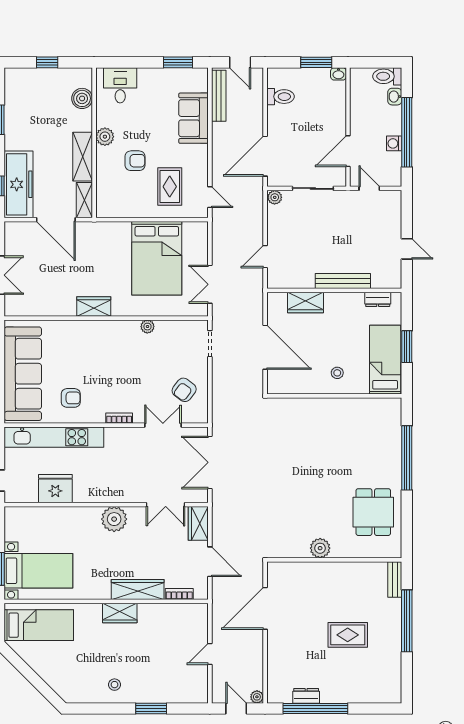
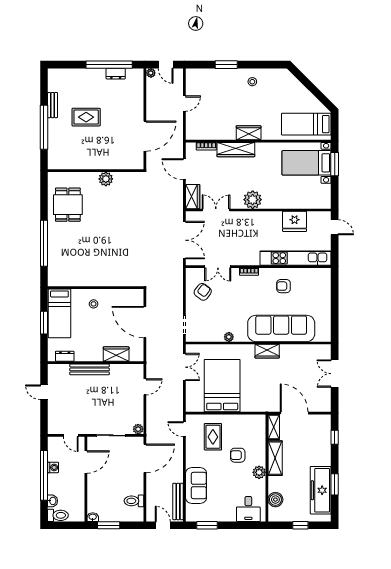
freezer: (19, 184) -> (321, 490), moved
sofa: (23, 374) -> (281, 328), moved, turned 90
bench: (395, 579) -> (53, 105), moved

